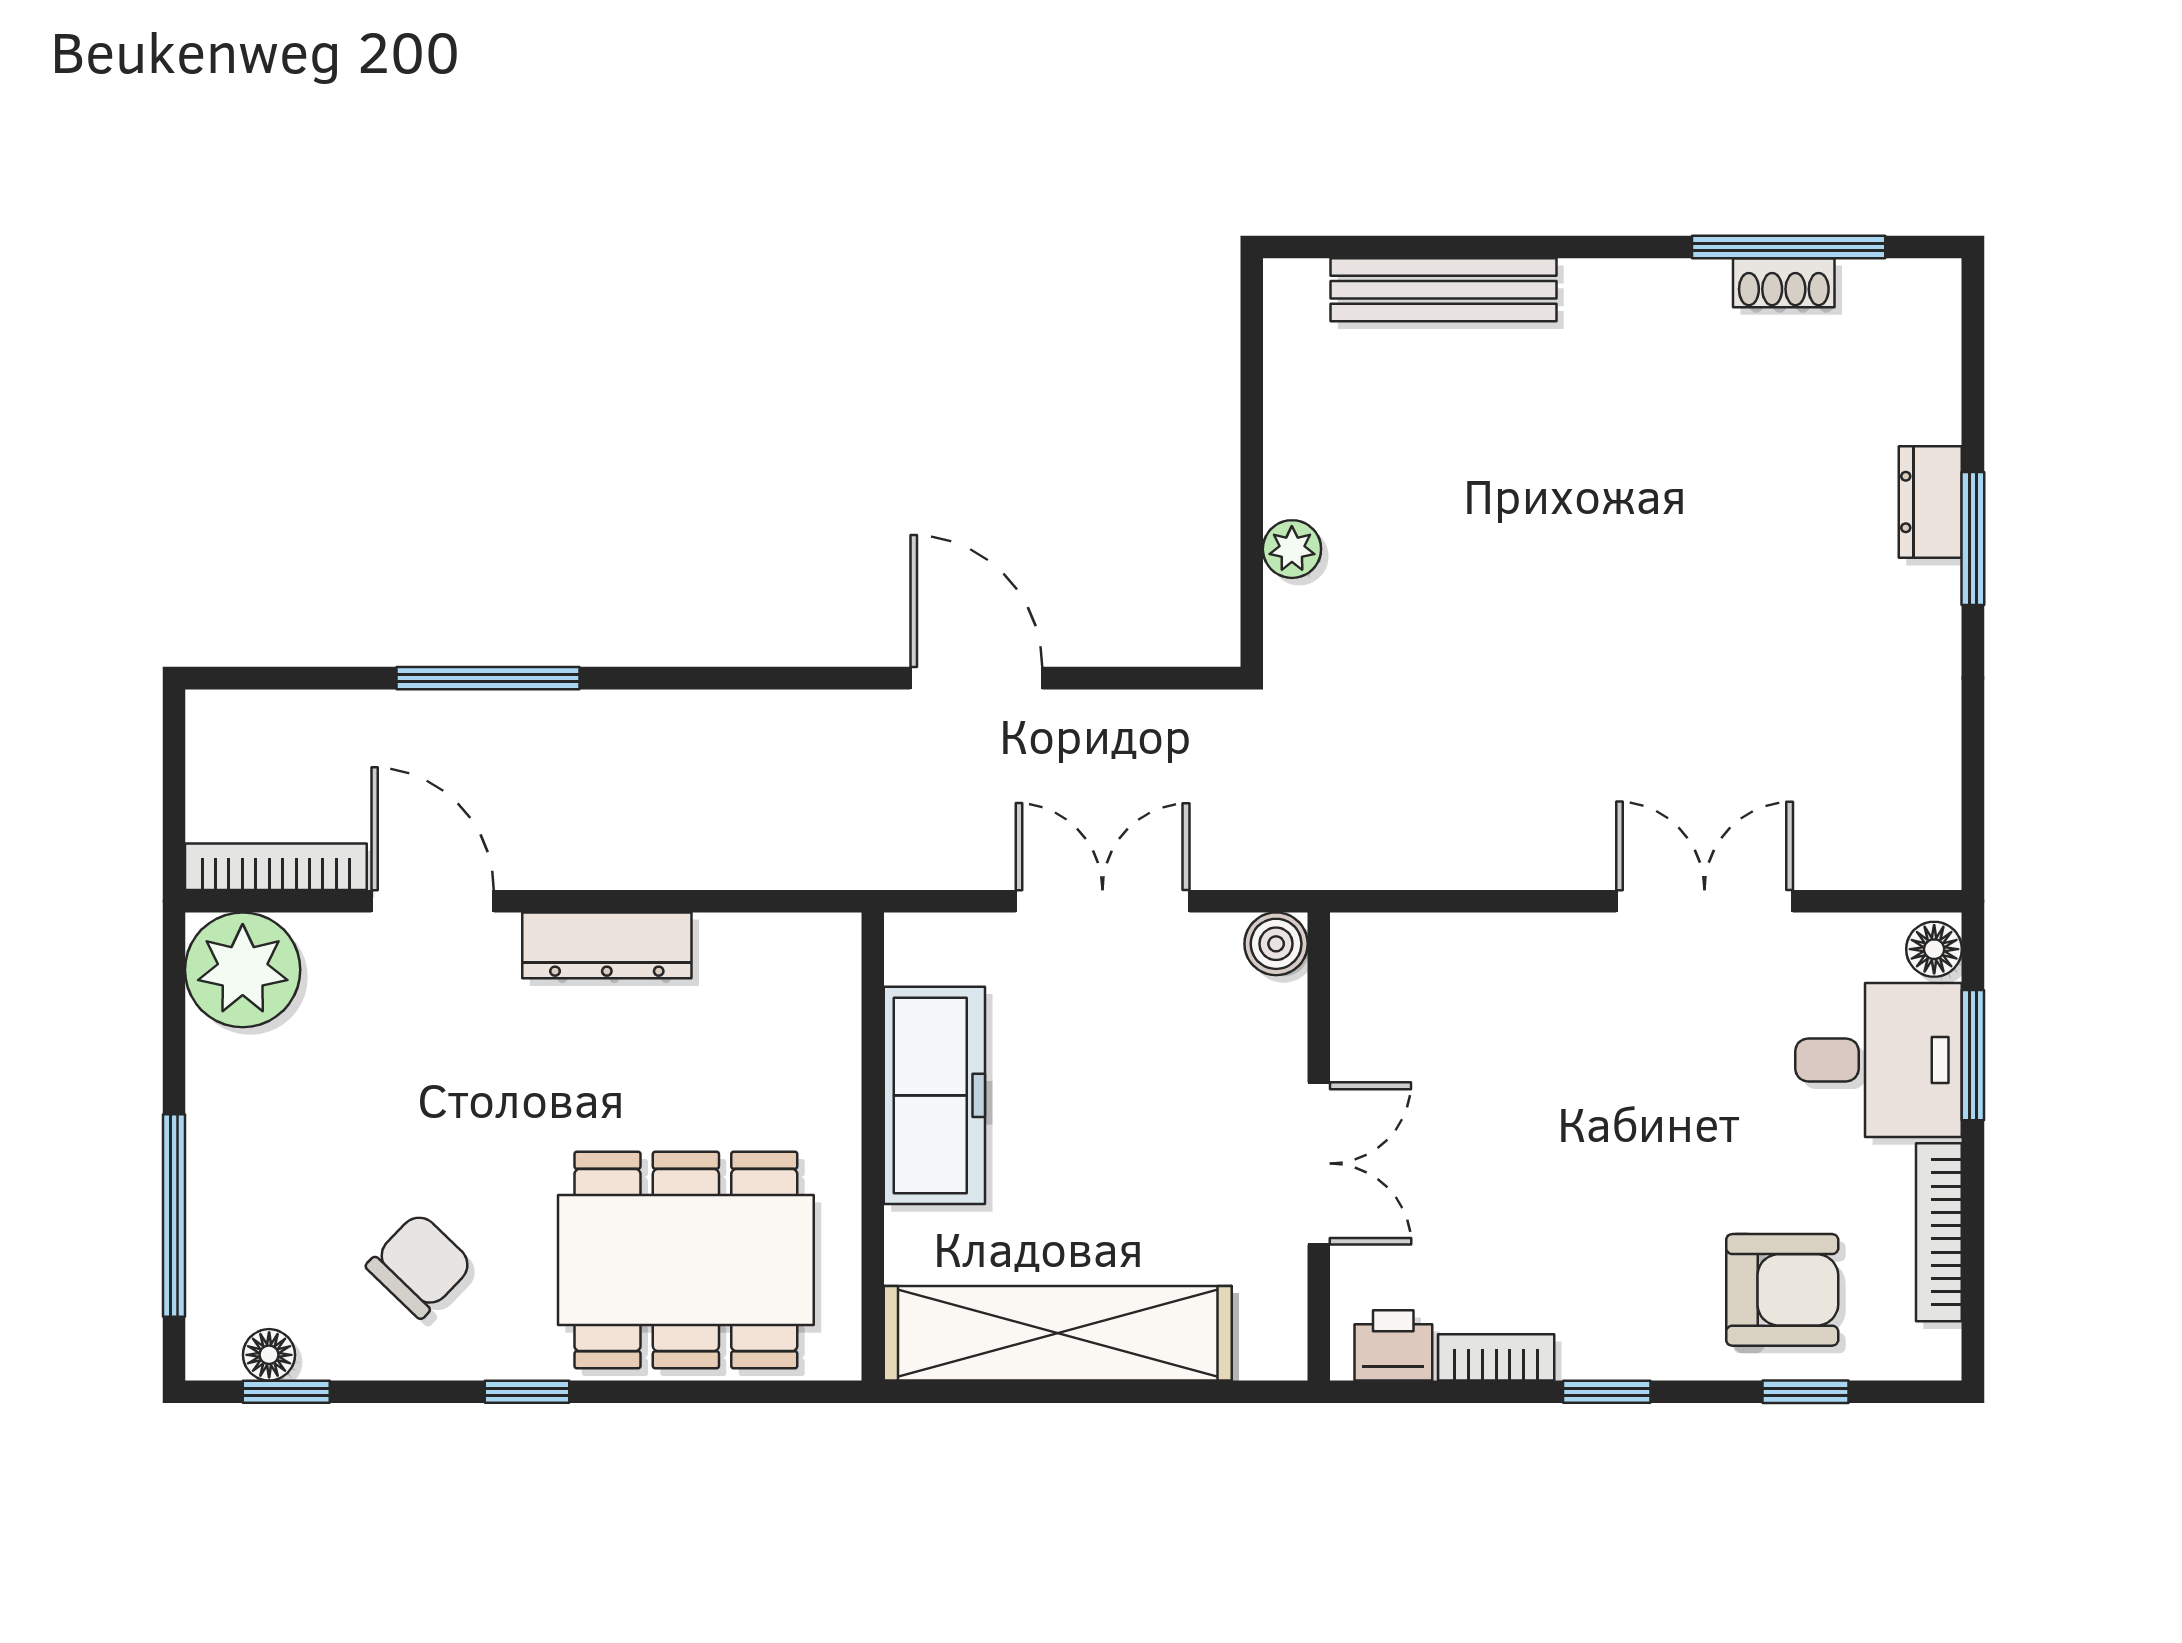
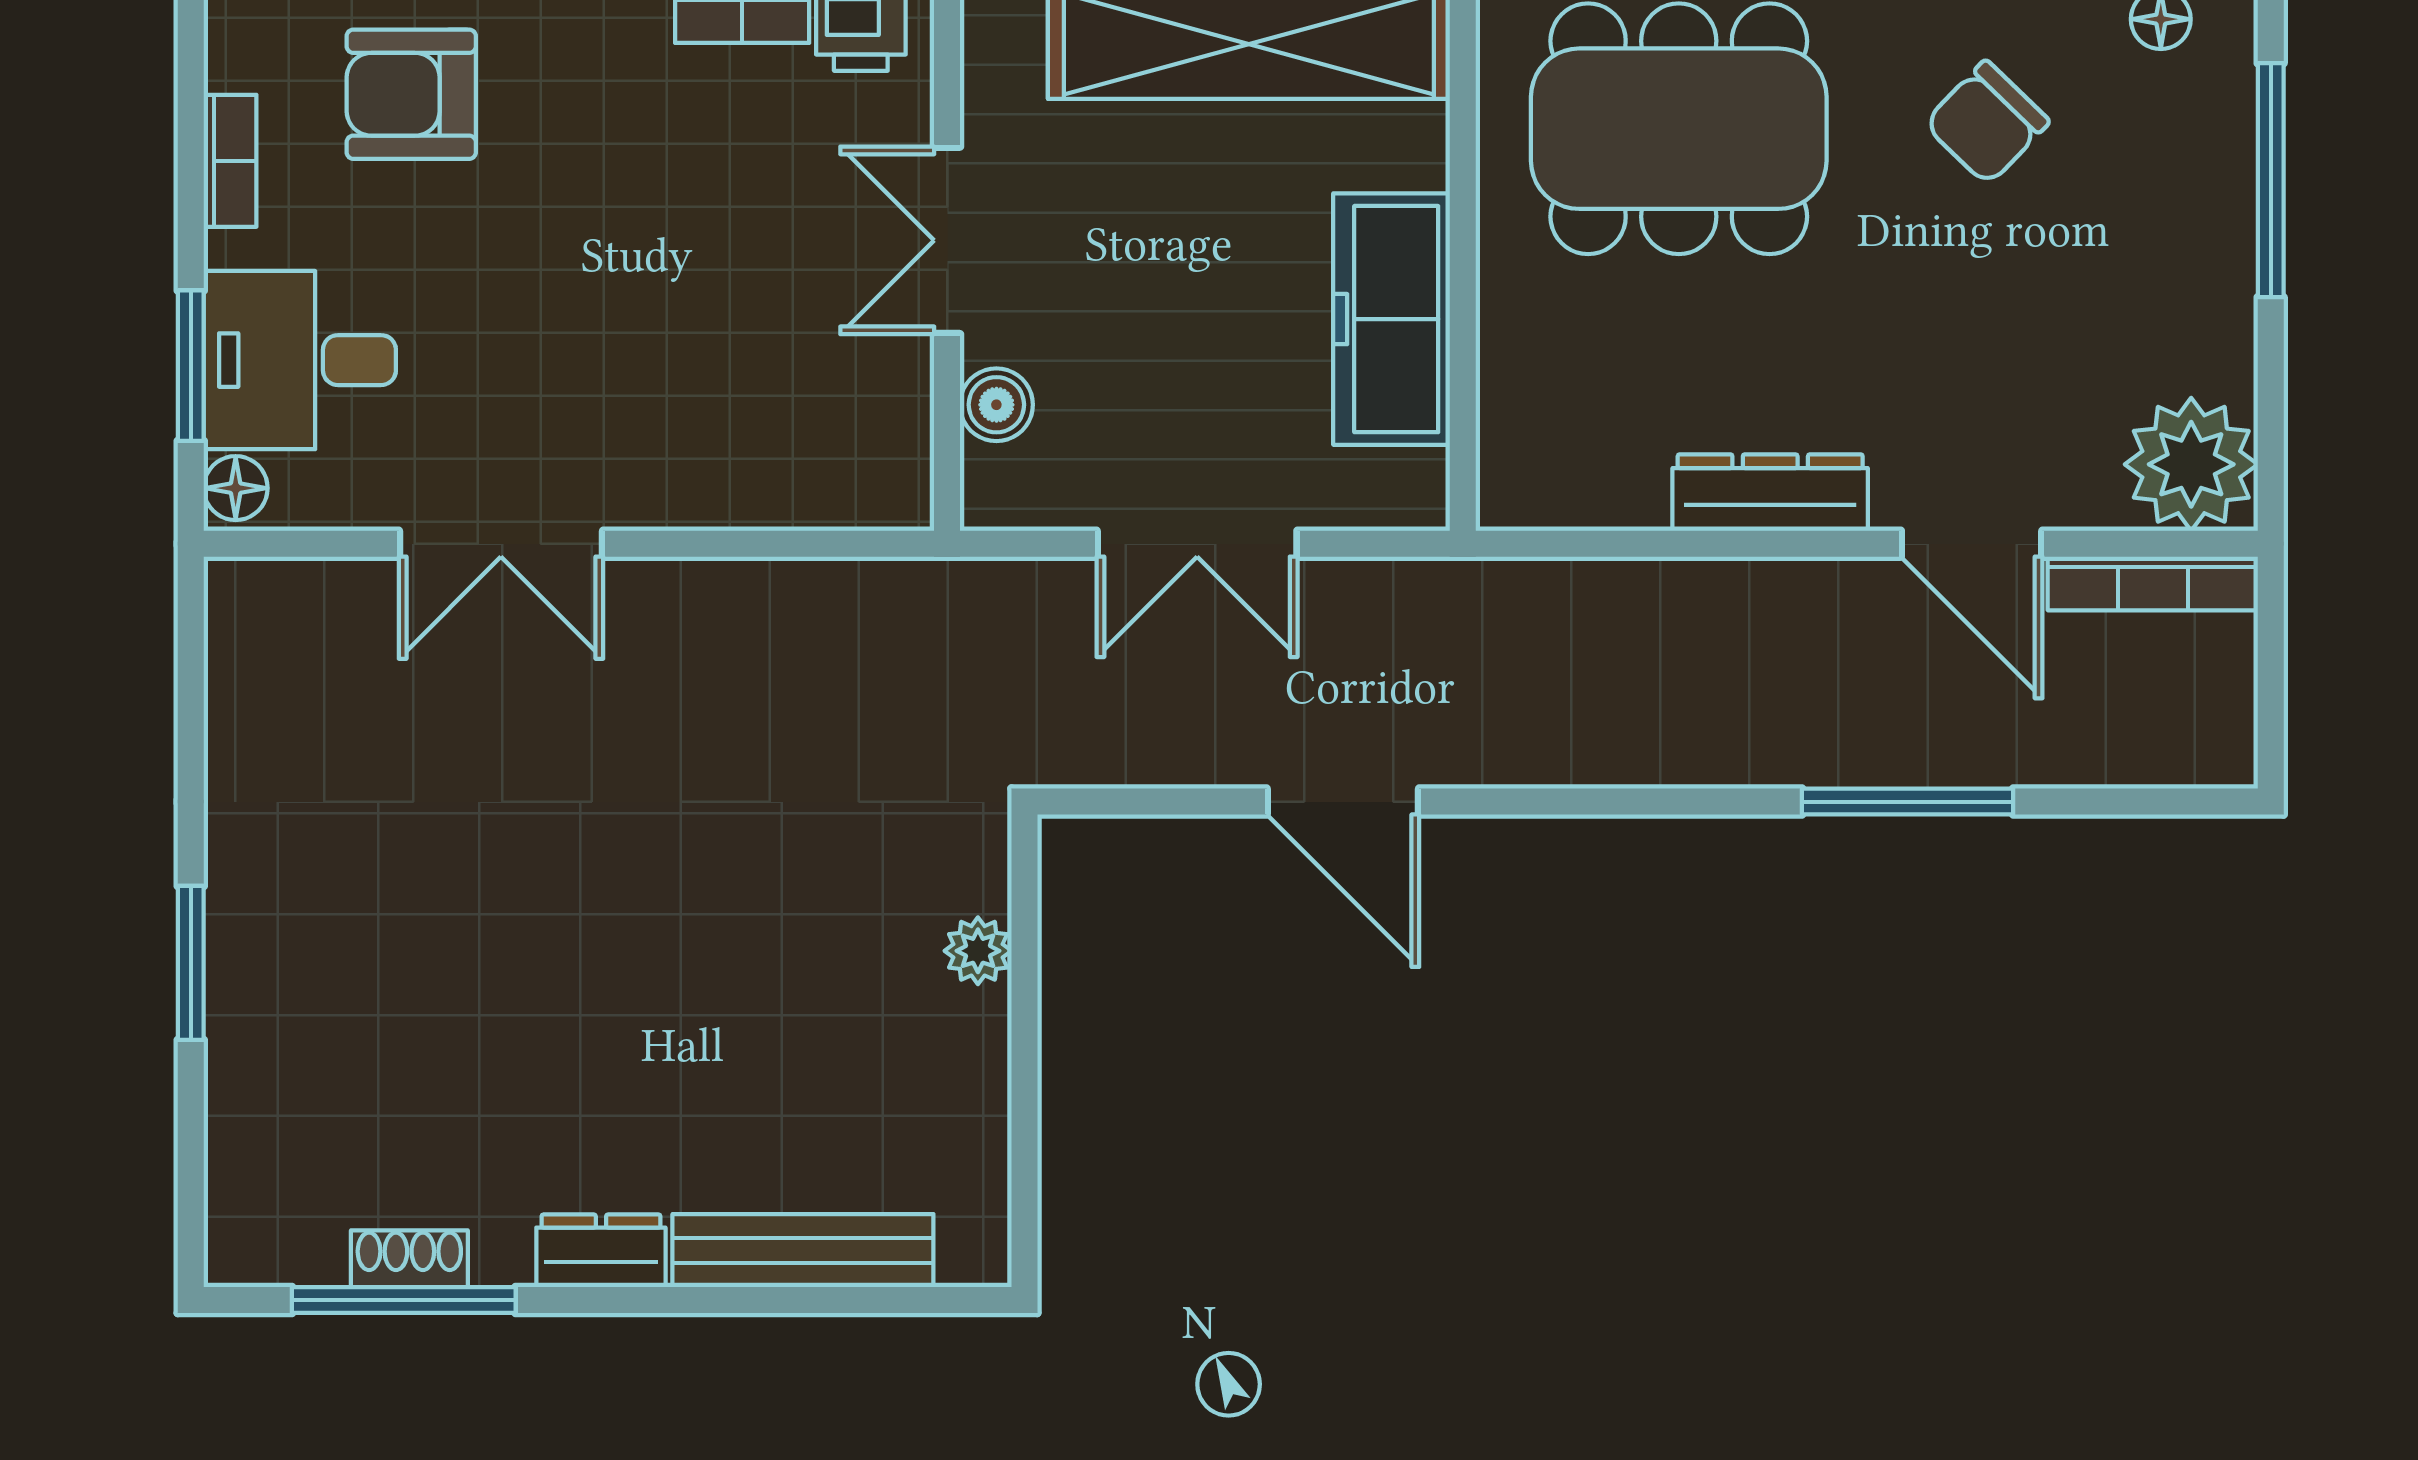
dresser: (1930, 502) -> (601, 1251), moved, turned -90
boiler: (1276, 944) -> (996, 405), moved
bookcase: (1939, 1232) -> (230, 161), width x0.64

